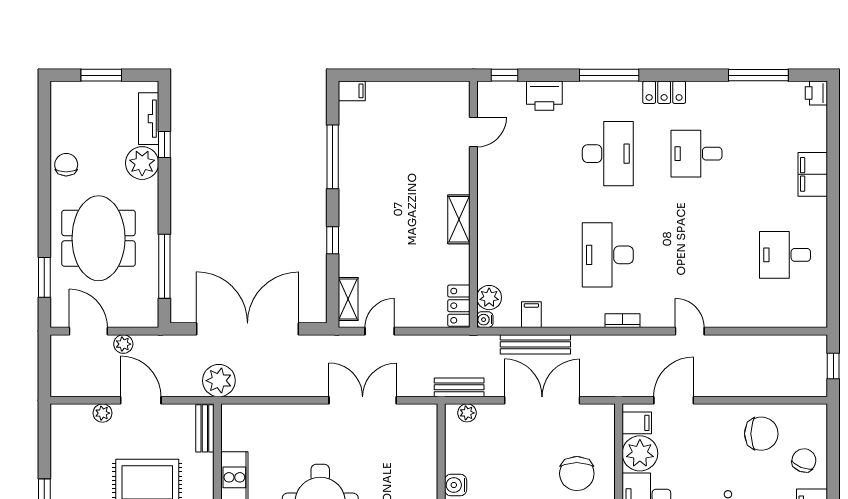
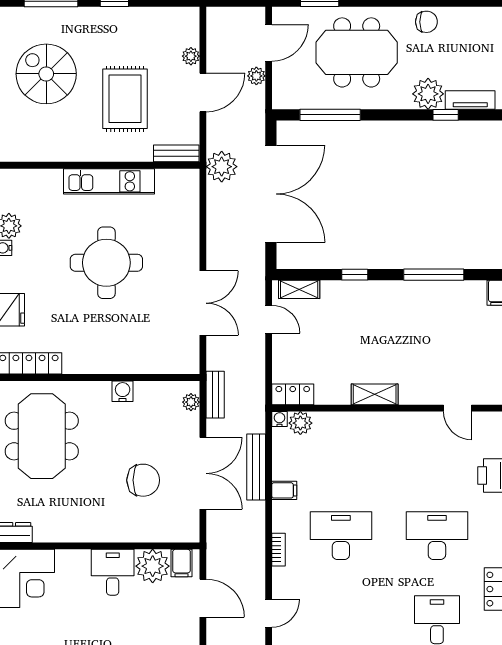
desk: (608, 154) -> (437, 536), turned 180
filing cabinet: (531, 315) -> (284, 490), moved
chair: (577, 474) -> (143, 480), moved, turned 180

